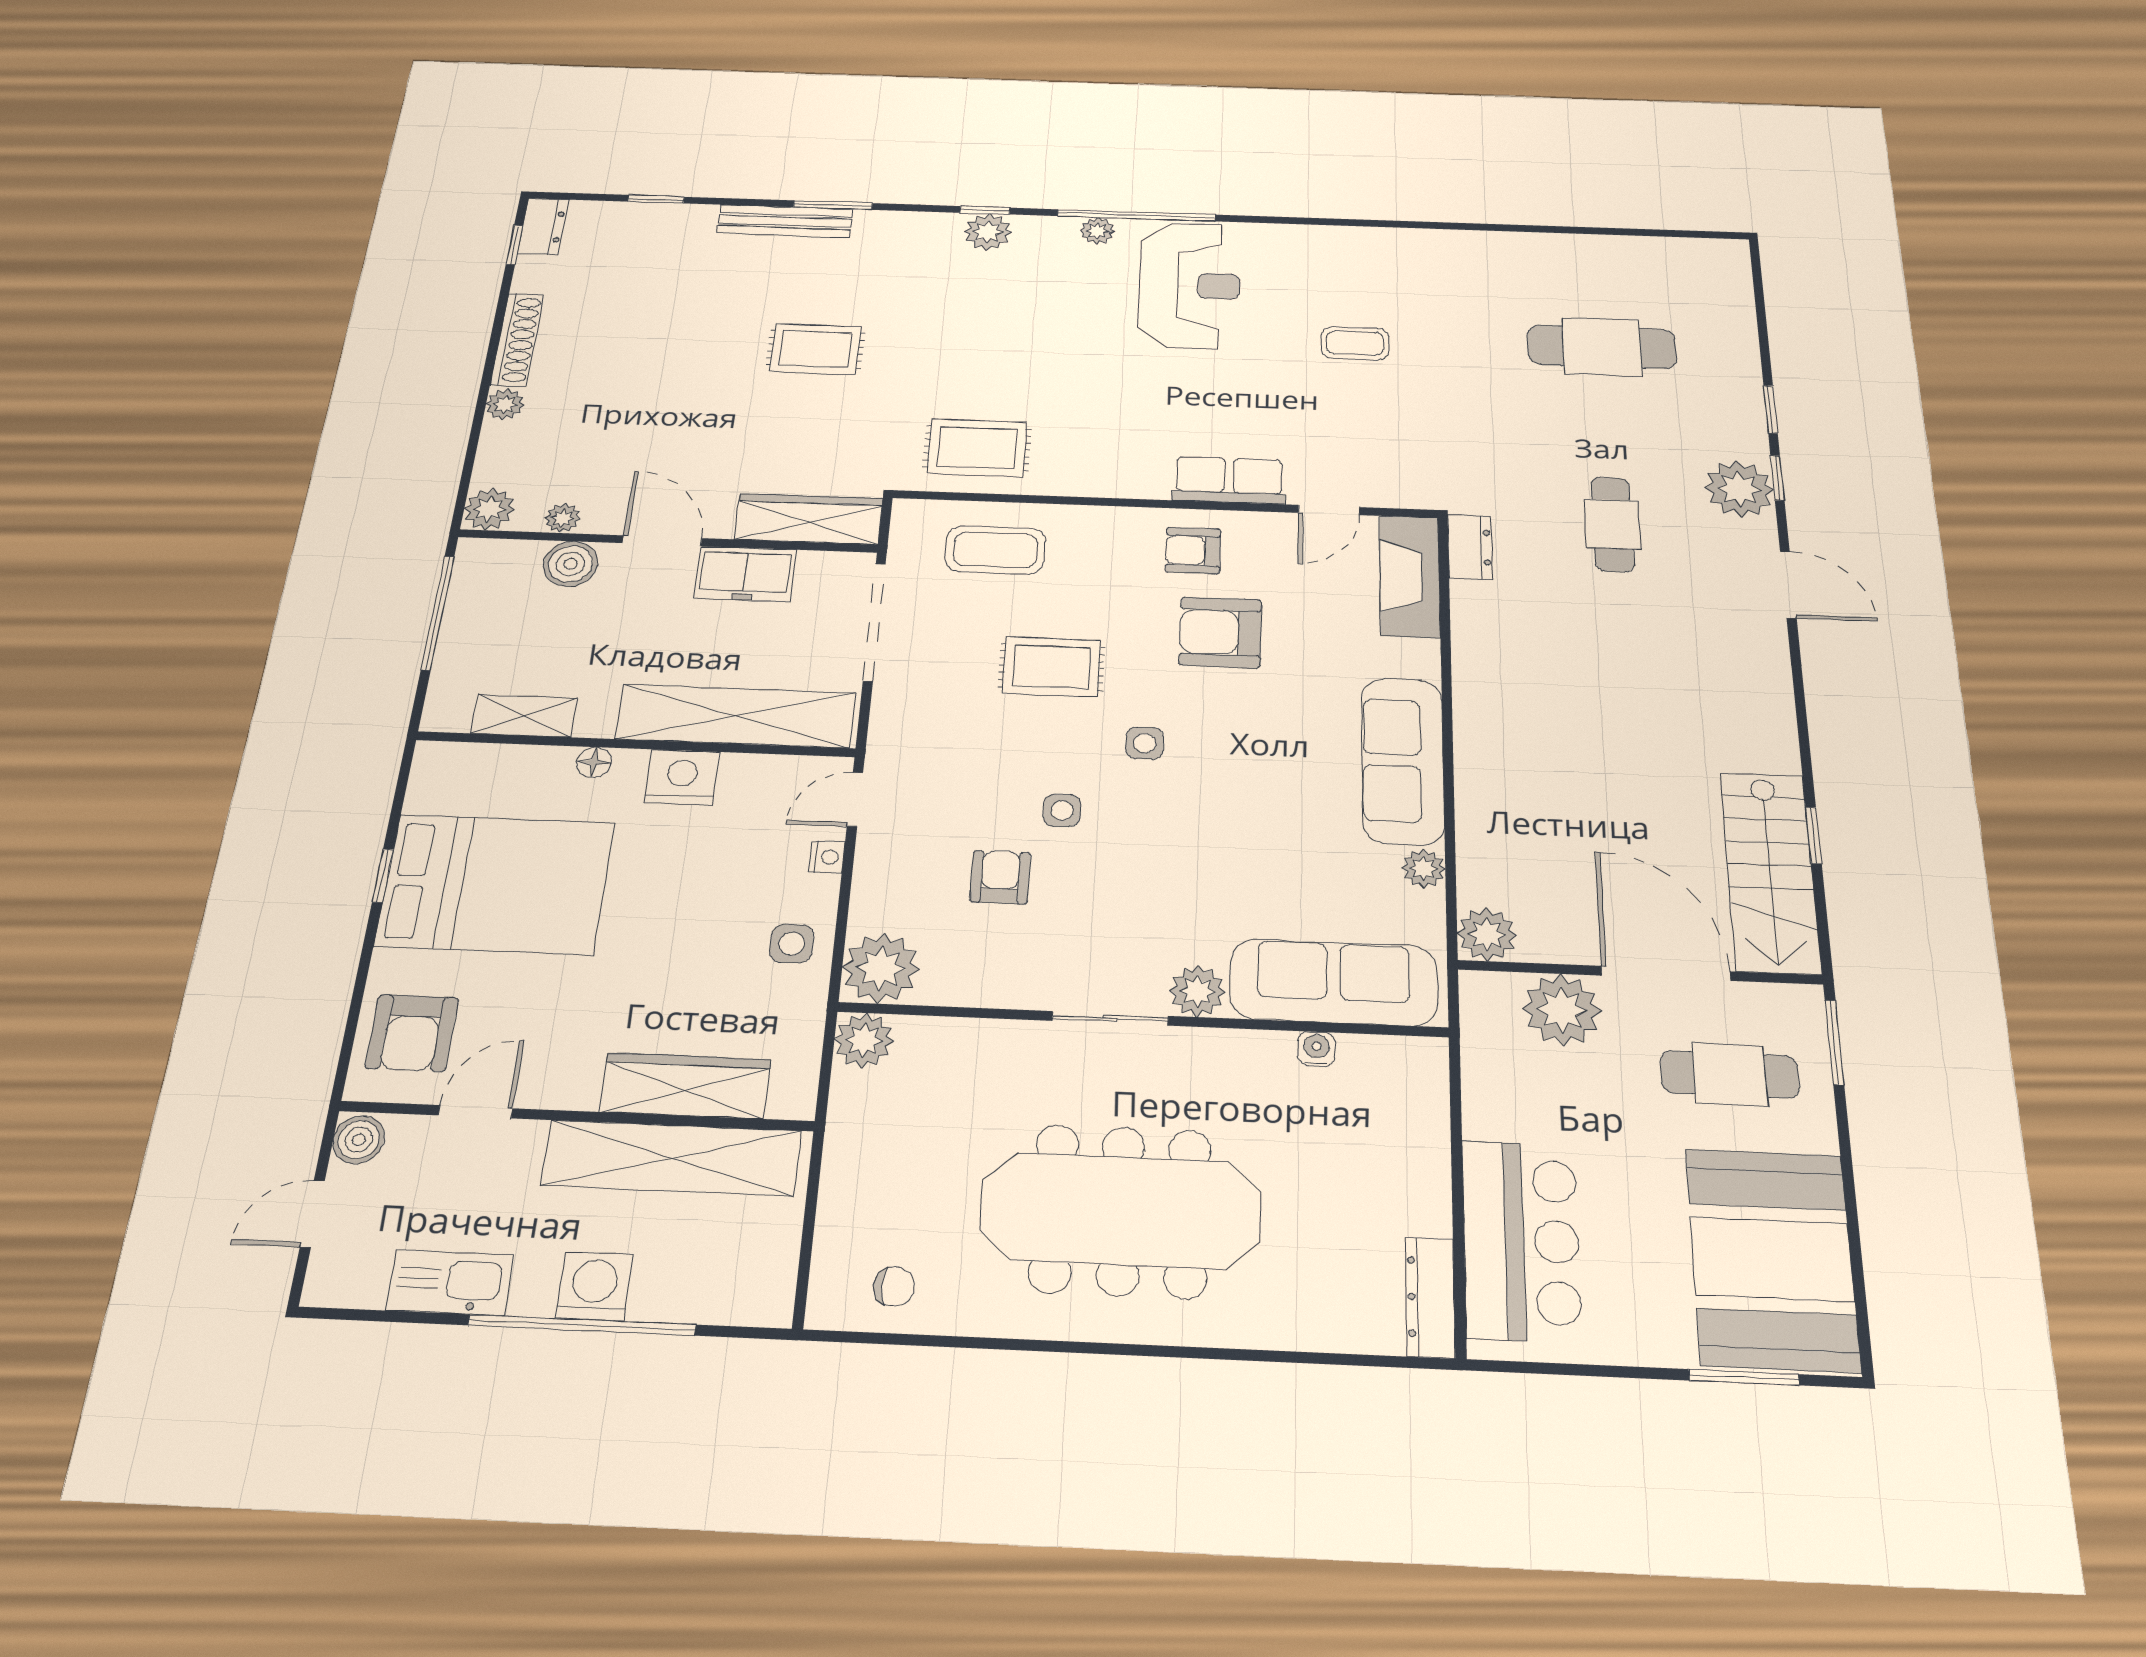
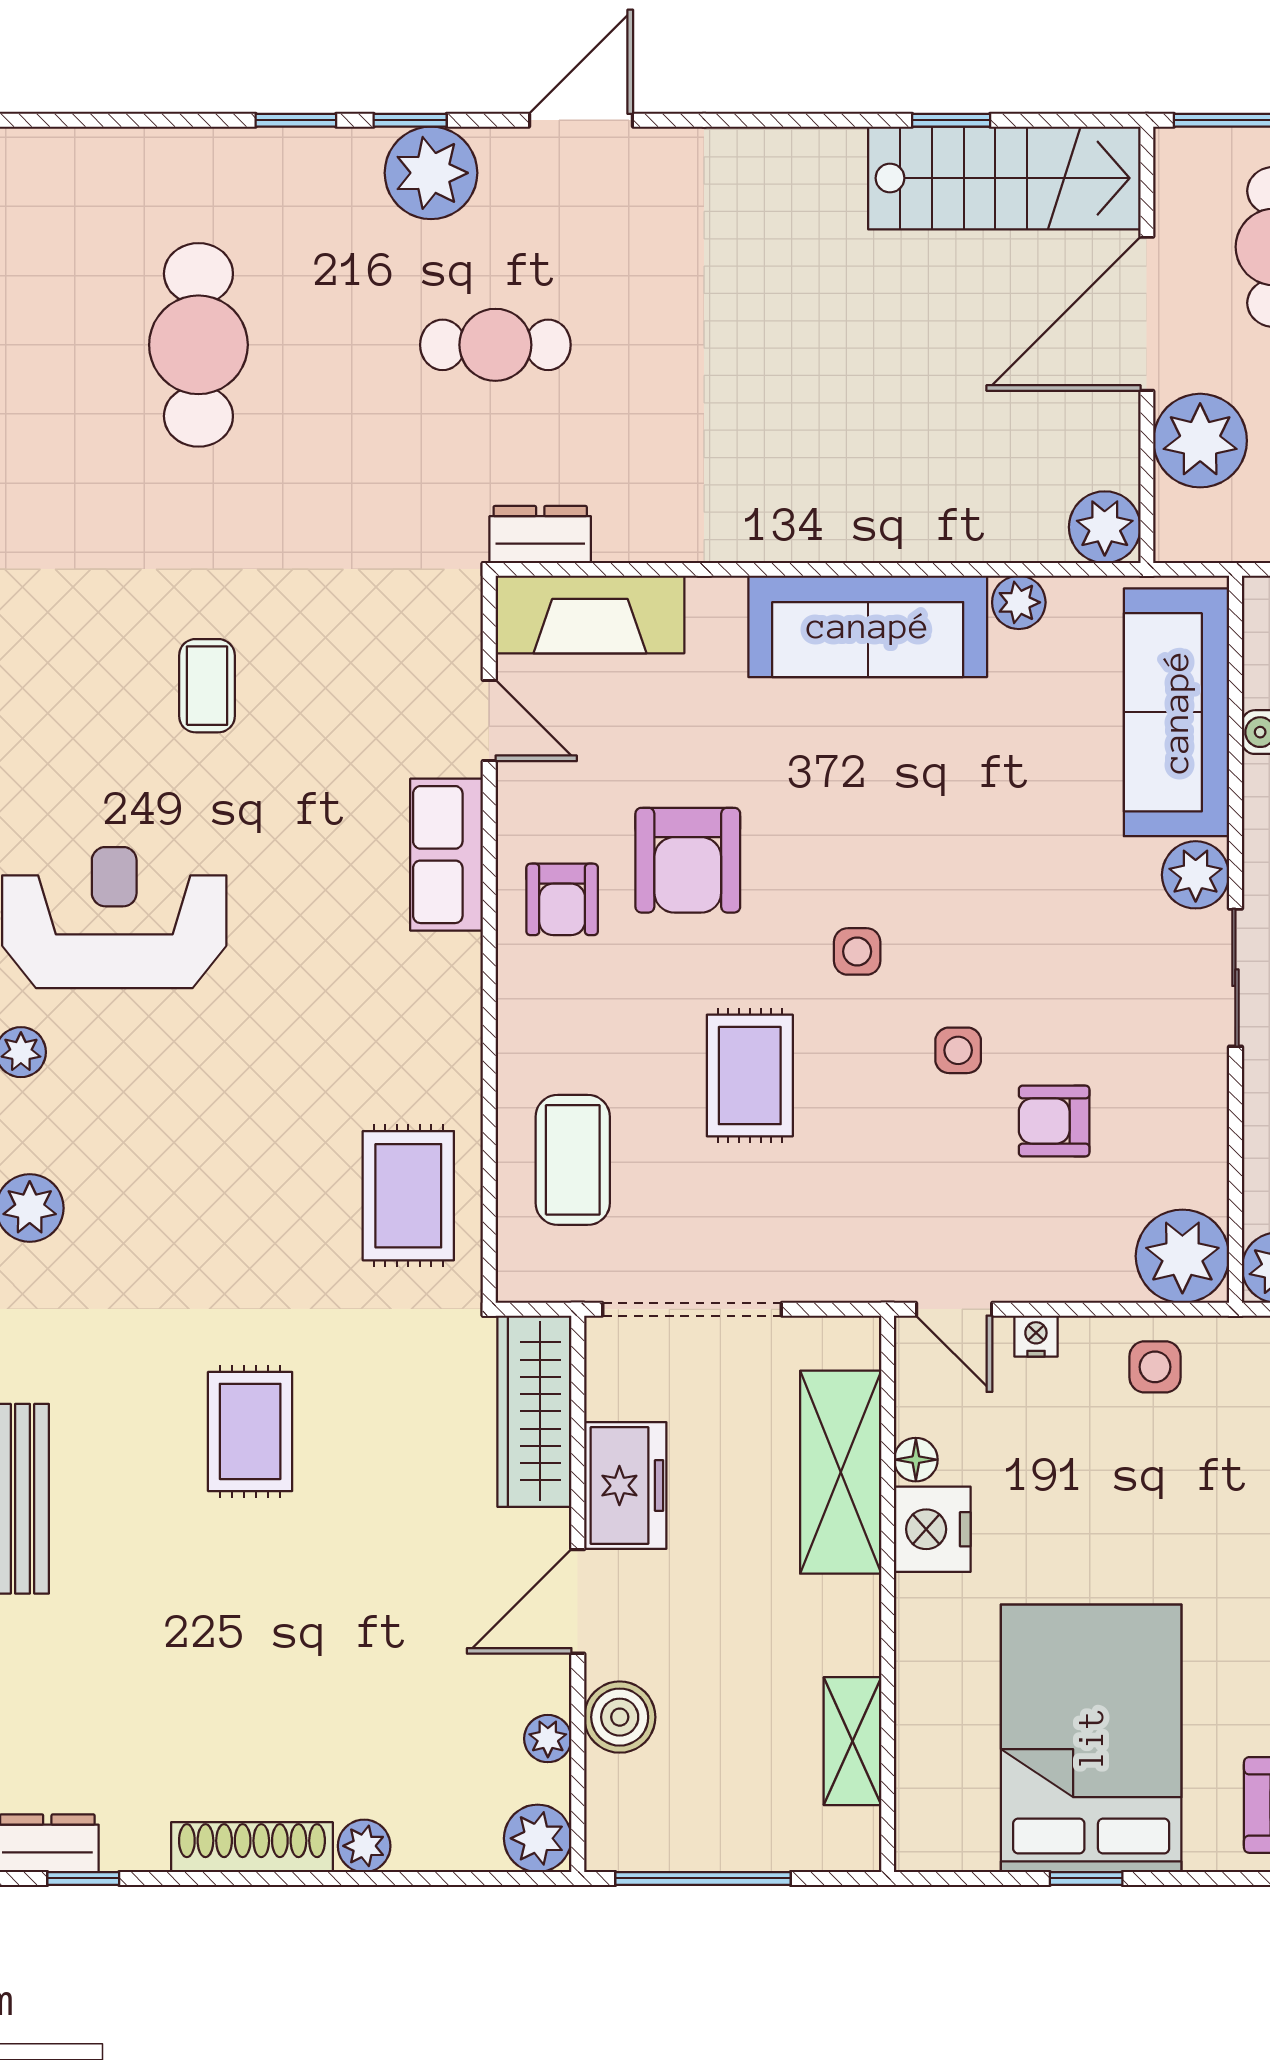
shelving: (736, 716) -> (841, 1472), width x0.68
floor lamp: (594, 762) -> (916, 1460), moved

